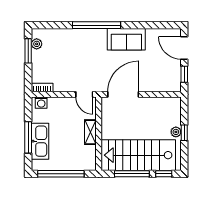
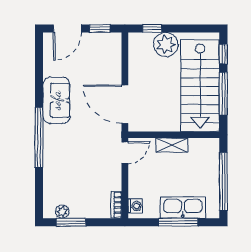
plant: (176, 132) -> (166, 45), width x1.87, depth x1.87
window: (184, 133) -> (152, 28), moved

